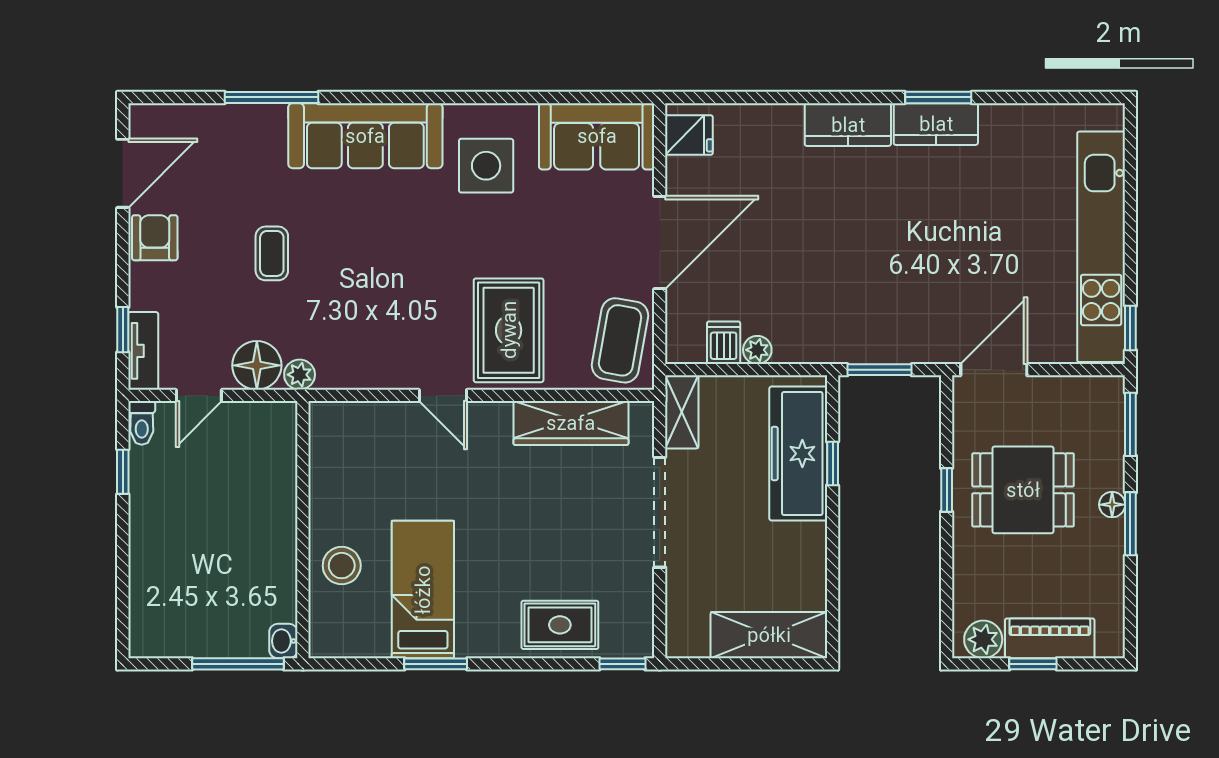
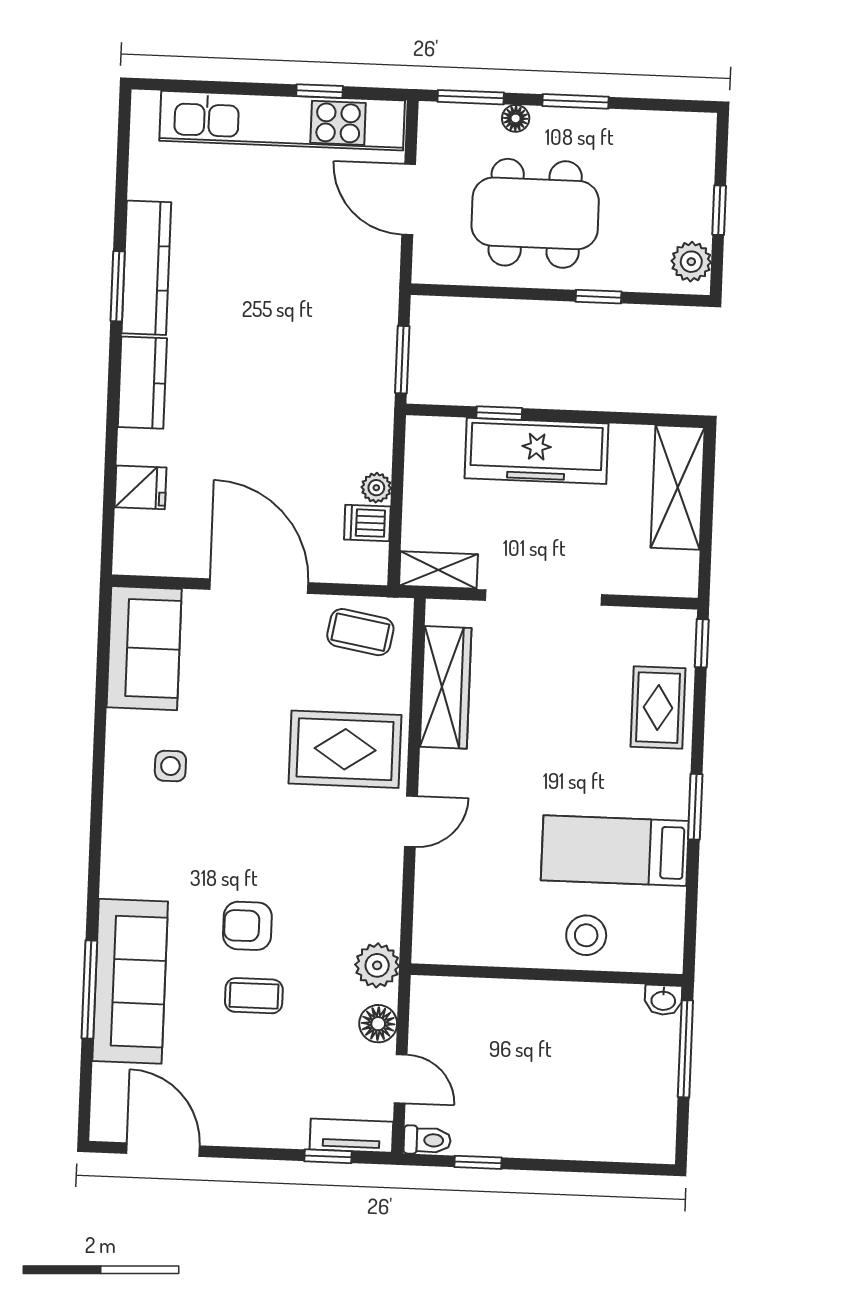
kitchen counter: (936, 124) -> (146, 268), width x1.50
fridge: (689, 135) -> (140, 487), moved, turned 90
sofa: (365, 136) -> (130, 981), moved
side table: (486, 166) -> (170, 766), width x0.54, depth x0.54
armchair: (155, 238) -> (247, 926), moved
window: (1130, 328) -> (320, 91), moved
coffee table: (620, 340) -> (360, 632), width x0.73, depth x0.77
floor lamp: (257, 365) -> (378, 1024), width x0.73, depth x0.73
door: (994, 370) -> (409, 199), moved
plant: (300, 375) -> (377, 965), width x1.38, depth x1.38
freezer: (798, 454) -> (536, 451), moved
window: (947, 490) -> (599, 297), moved
dining table: (1023, 490) -> (535, 213), width x1.37
floor lamp: (1112, 505) -> (516, 118), moved
piano: (1050, 638) -> (693, 191), removed
window: (436, 664) -> (695, 807), moved

